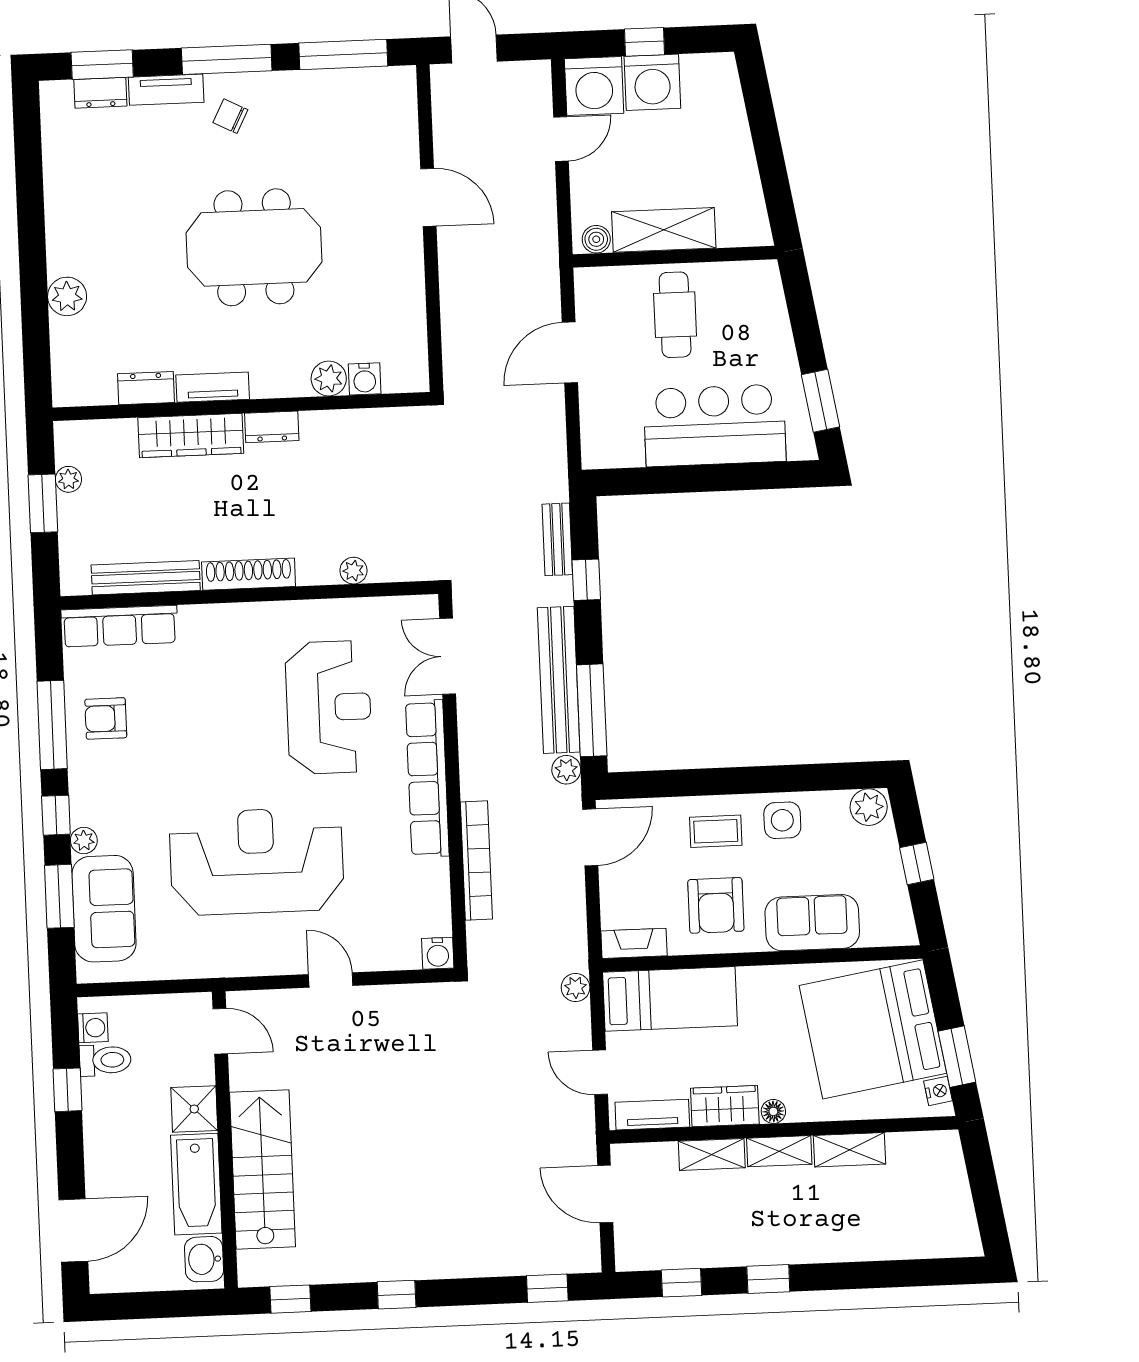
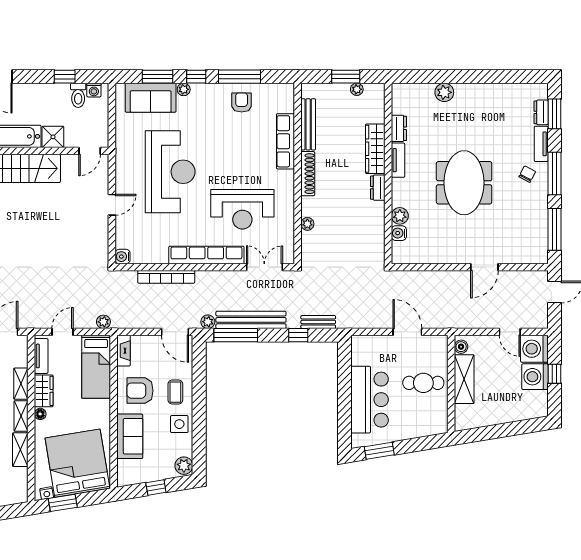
row of seats: (119, 626) -> (285, 141), moved

